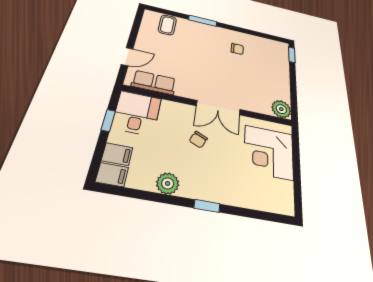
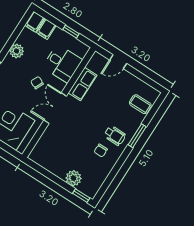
wheelchair: (214, 40) -> (115, 136), added
door: (127, 57) -> (118, 62), hinge flipped
row of seats: (154, 82) -> (83, 84), moved
plant: (281, 109) -> (73, 178), moved
desk: (137, 113) -> (62, 63), moved

